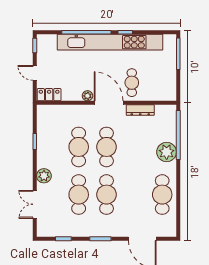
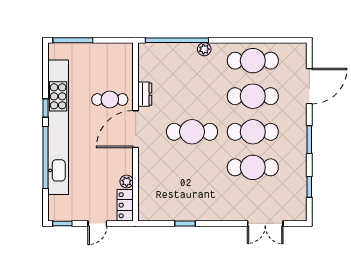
plant: (87, 96) -> (127, 182), moved
dresser: (140, 110) -> (145, 94), width x0.70
cafe table: (79, 147) -> (253, 96), moved
plant: (167, 152) -> (204, 49), width x0.53, depth x0.53
plant: (44, 176) -> (229, 212), removed

